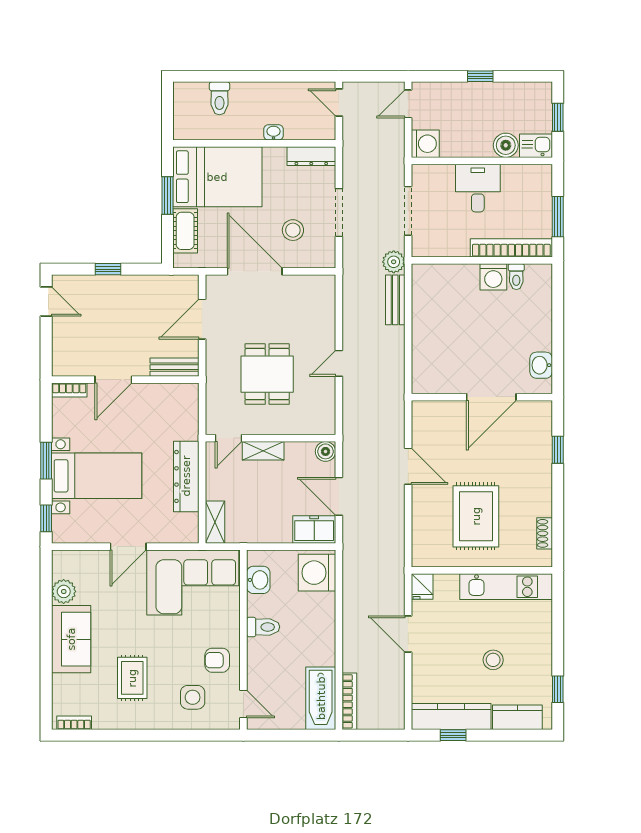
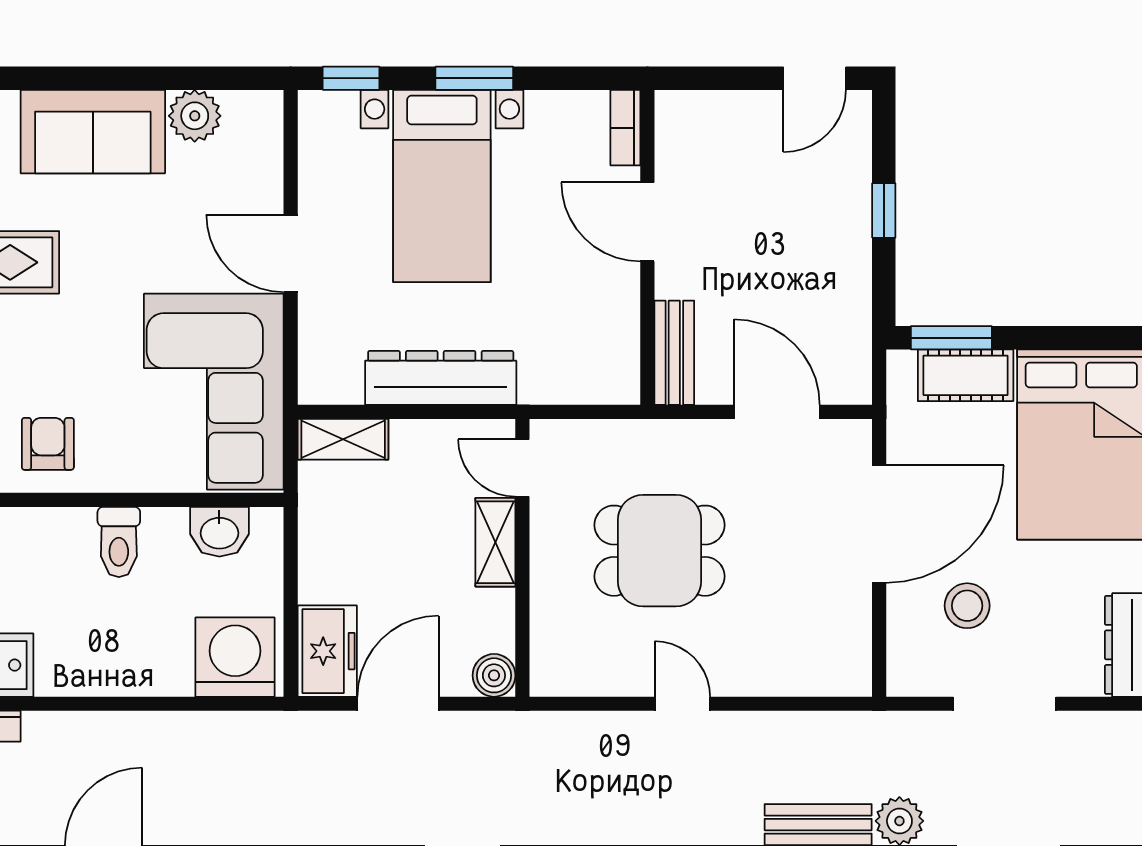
window: (168, 196) -> (951, 338), moved

